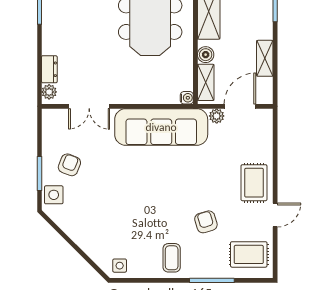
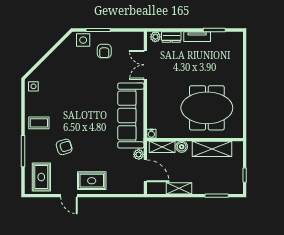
tv unit: (49, 33) -> (197, 37), added
armchair: (69, 165) -> (104, 51), turned 69

